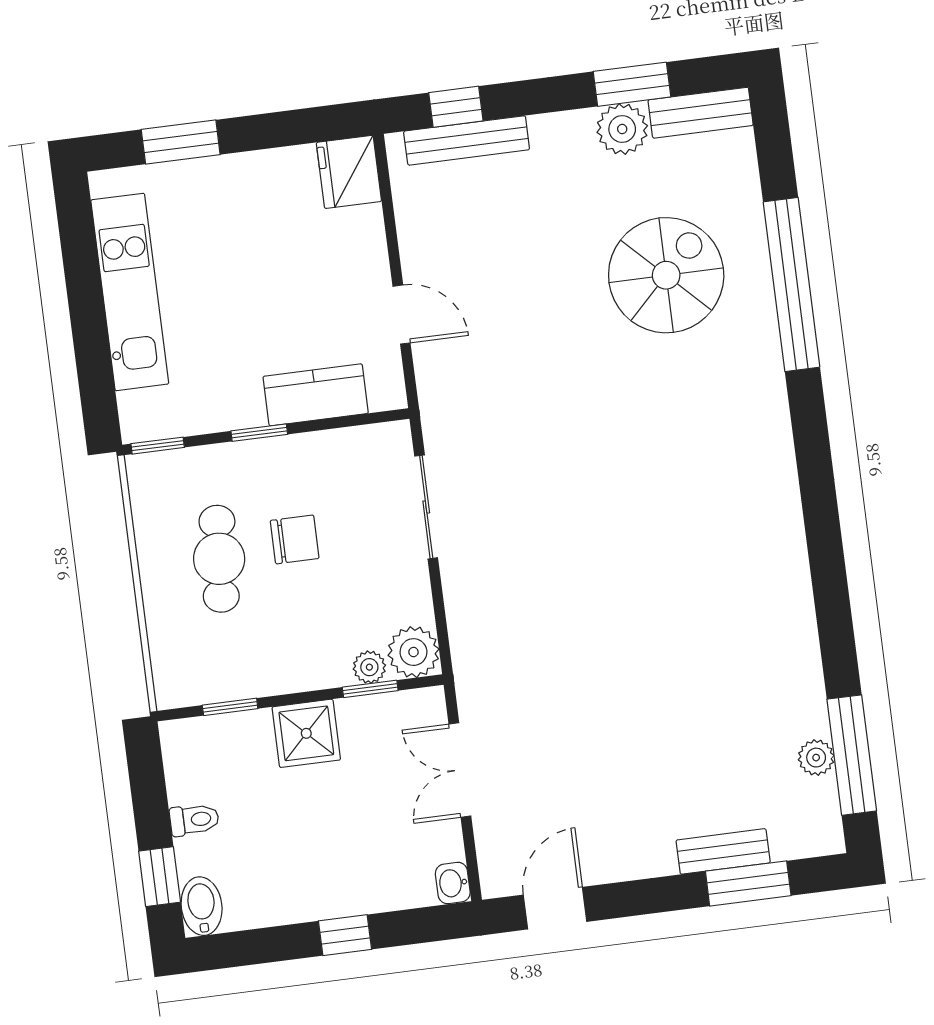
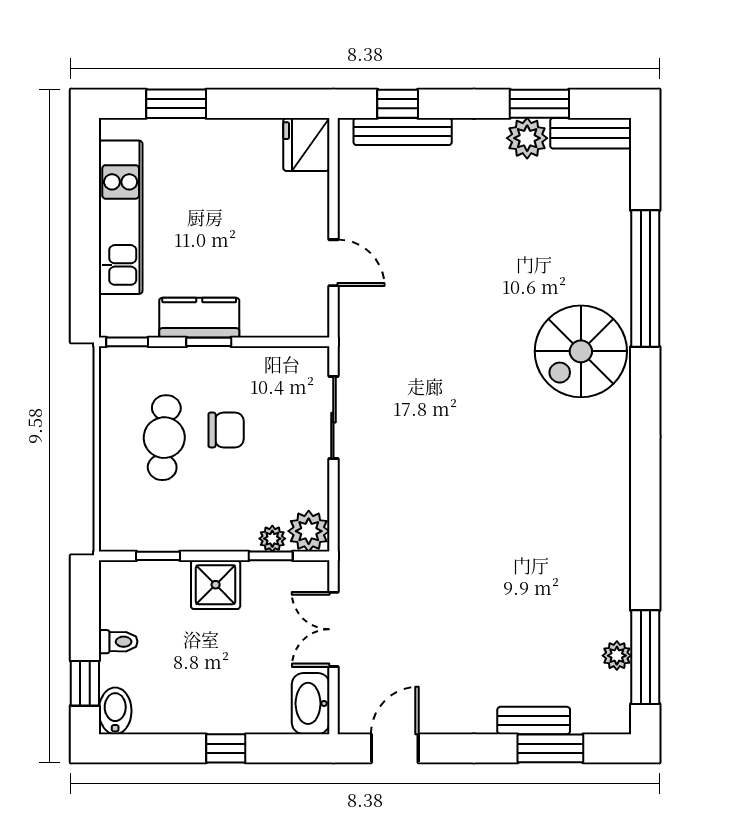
spiral stairs: (666, 275) -> (581, 351), moved, turned 180
kitchen counter: (316, 395) -> (199, 318), moved
washbasin: (453, 883) -> (311, 703), width x1.91, depth x1.45

